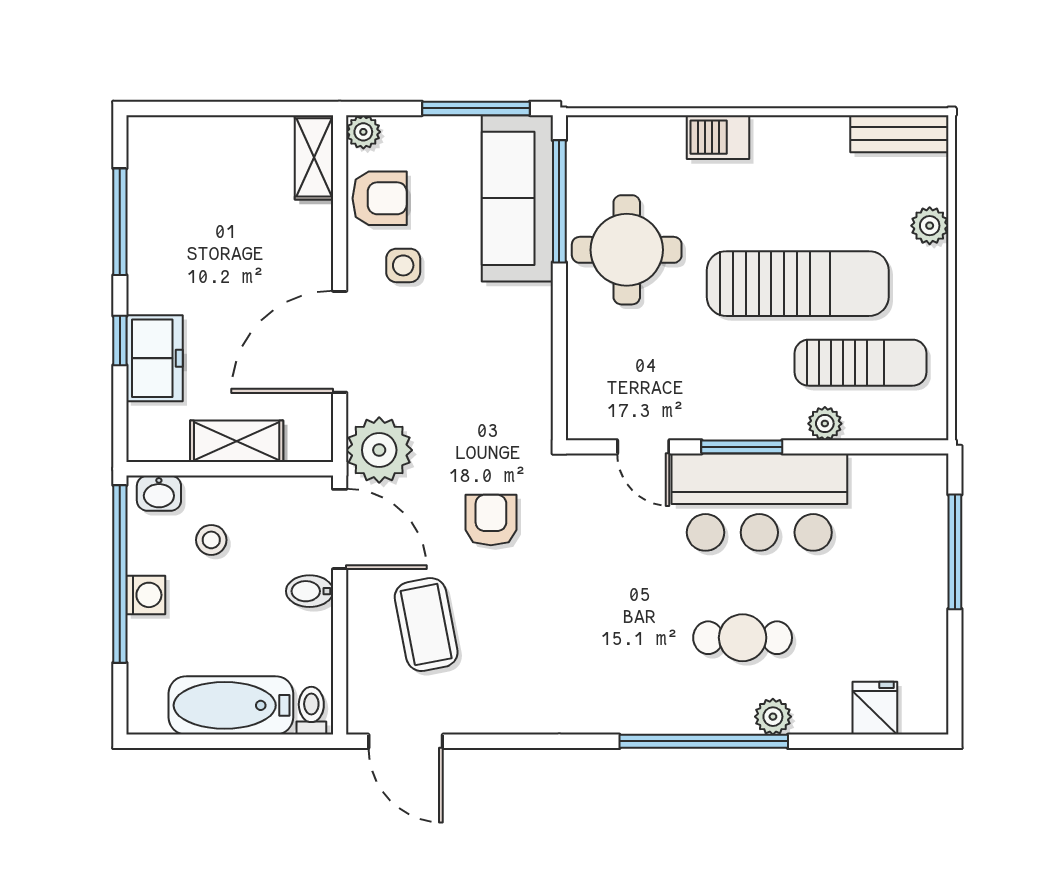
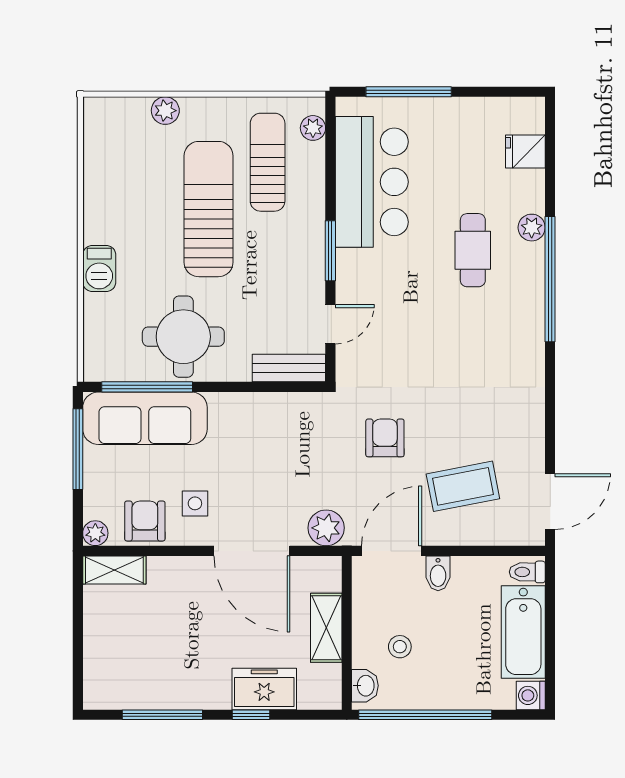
bench: (899, 134) -> (289, 368), moved, turned 90
plant: (825, 424) -> (313, 128), moved
plant: (379, 450) -> (326, 528), width x0.73, depth x0.73
bar counter: (759, 502) -> (372, 182), moved
armchair: (491, 520) -> (385, 438), turned 90
washing machine: (146, 595) -> (531, 695), moved, turned -90

